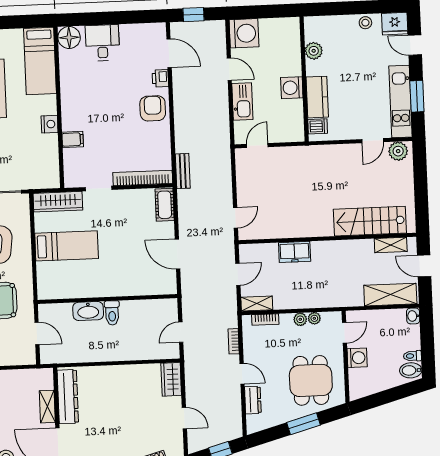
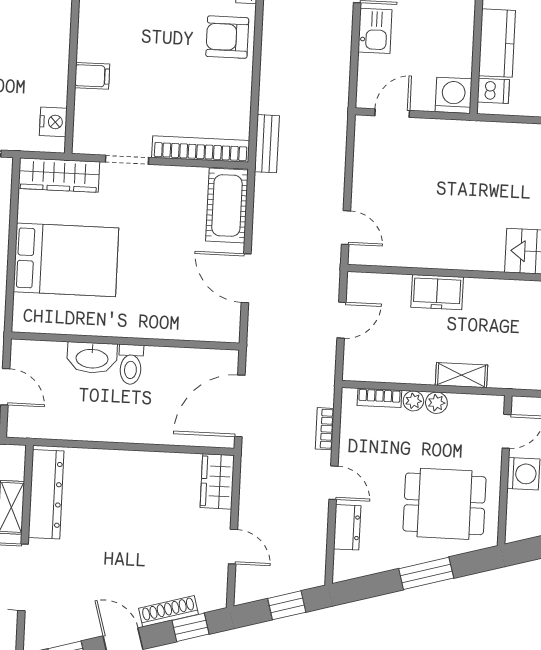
washing machine: (292, 88) -> (454, 95), moved, turned 90
kitchen sink: (242, 101) -> (375, 31), width x0.73
armchair: (153, 108) -> (227, 37), turned -90
nightstand: (50, 124) -> (53, 122), moved
cot: (165, 205) -> (227, 206), width x1.37, depth x1.34
door: (236, 218) -> (346, 228), hinge flipped
bed: (67, 246) -> (66, 260), width x1.50
shelving: (257, 304) -> (462, 375), moved
plant: (314, 318) -> (413, 401), moved
door: (181, 332) -> (240, 406), width x1.87
dining table: (311, 380) -> (445, 504), turned 90

